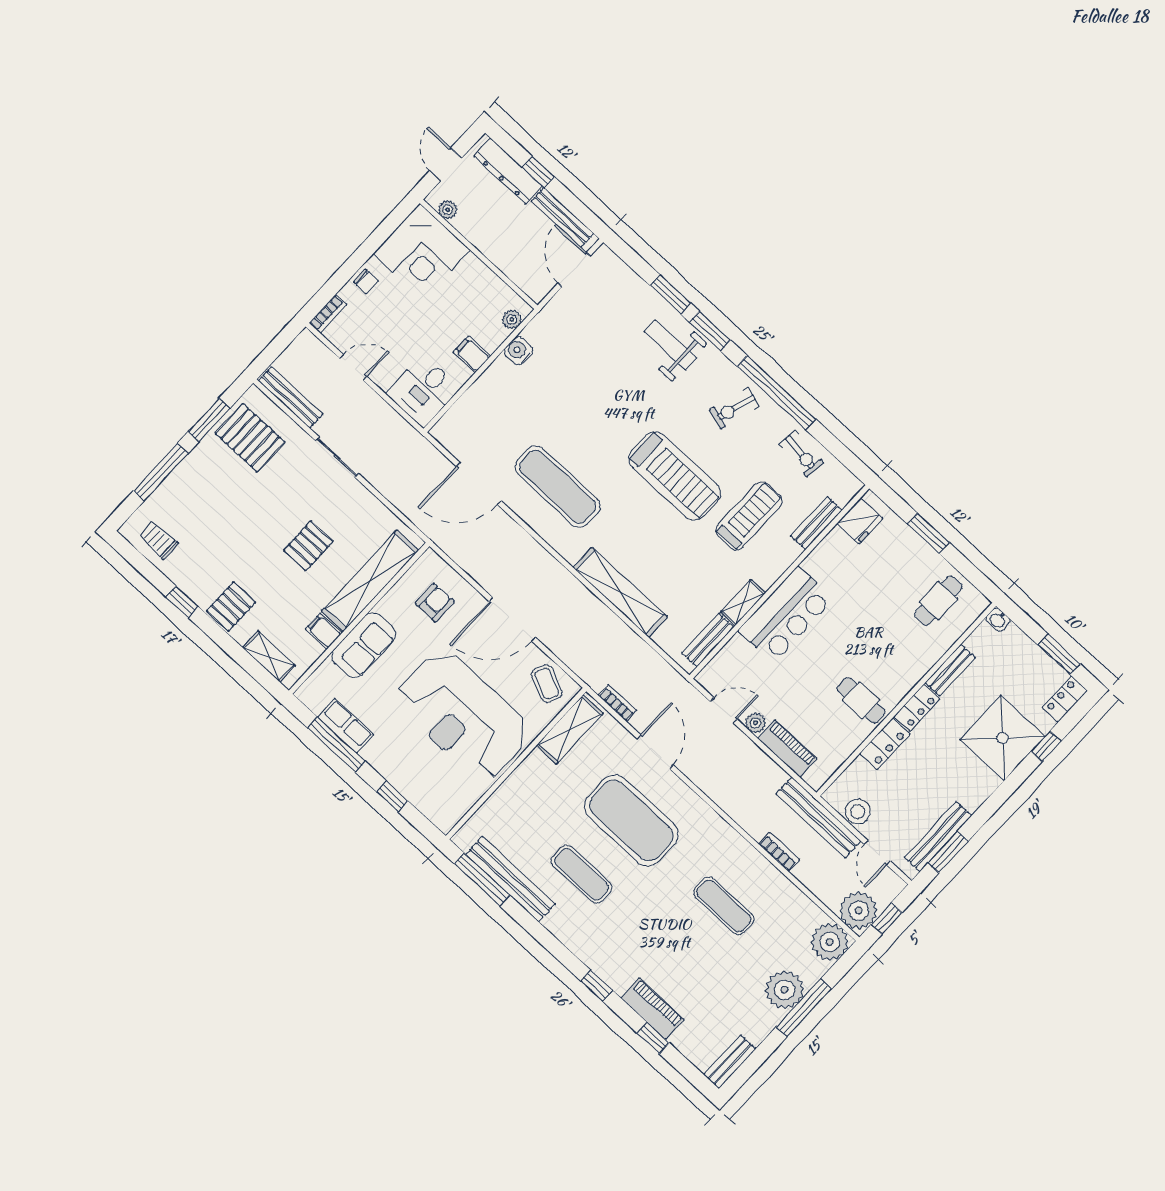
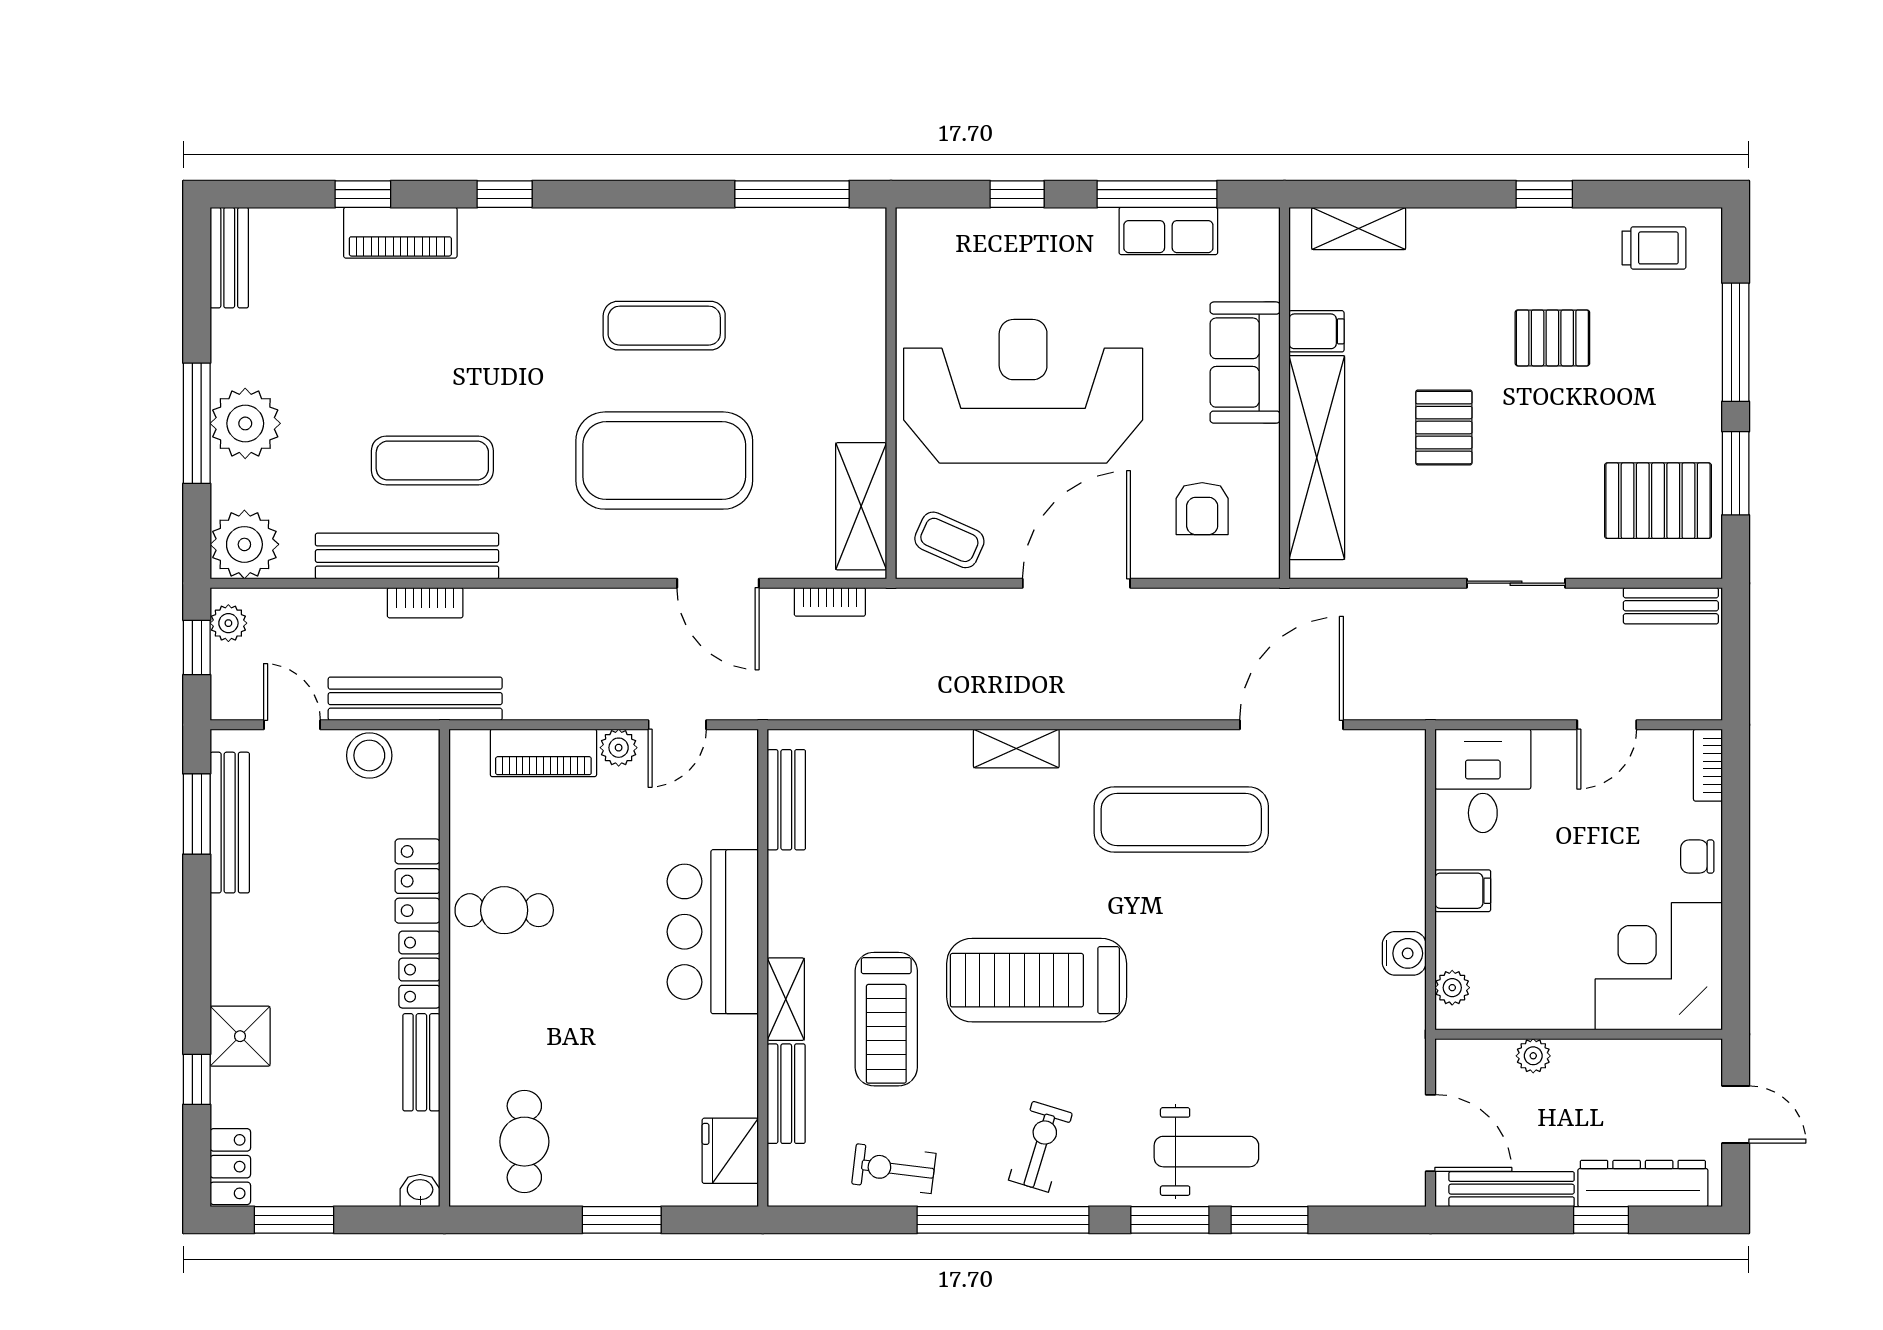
plant: (448, 210) -> (1533, 1056), moved
bench: (291, 397) -> (1671, 606), width x0.73
shelving: (620, 592) -> (1016, 748), width x0.45, depth x0.75
shelving: (743, 603) -> (786, 999), moved
pallet: (231, 607) -> (1552, 338), moved, turned 90
shower: (1002, 738) -> (240, 1036), width x0.54, depth x0.54
bench: (510, 879) -> (407, 556), moved
plant: (859, 911) -> (228, 623), width x0.53, depth x0.53

